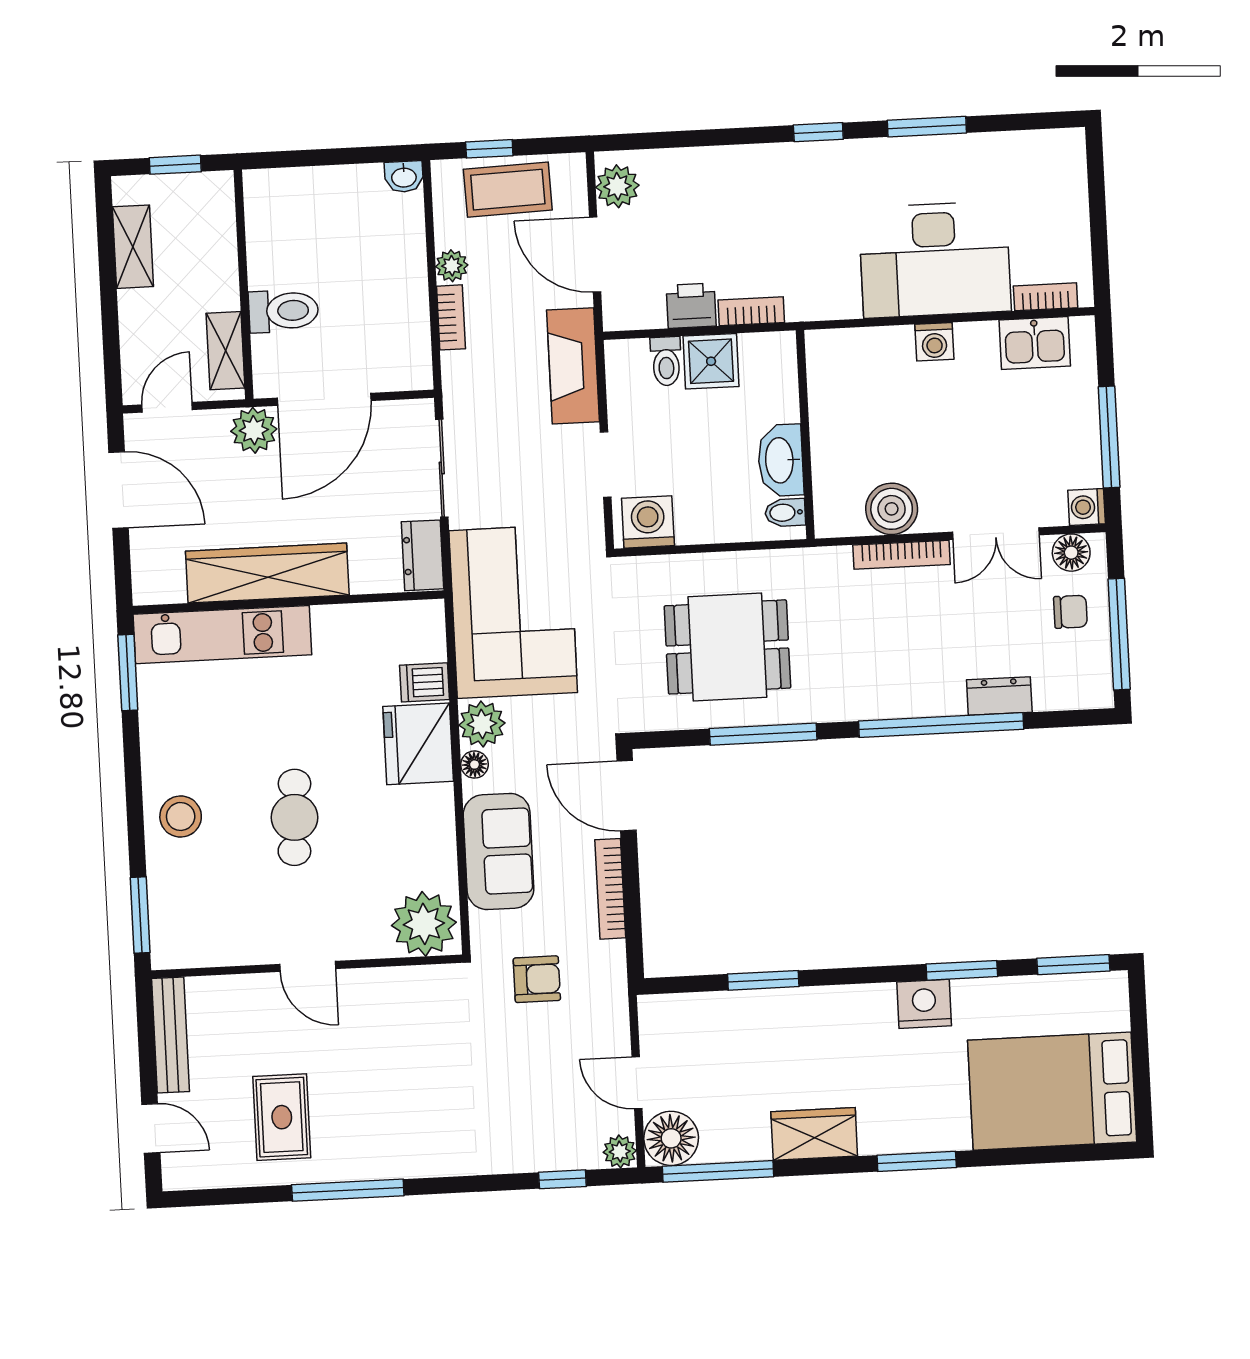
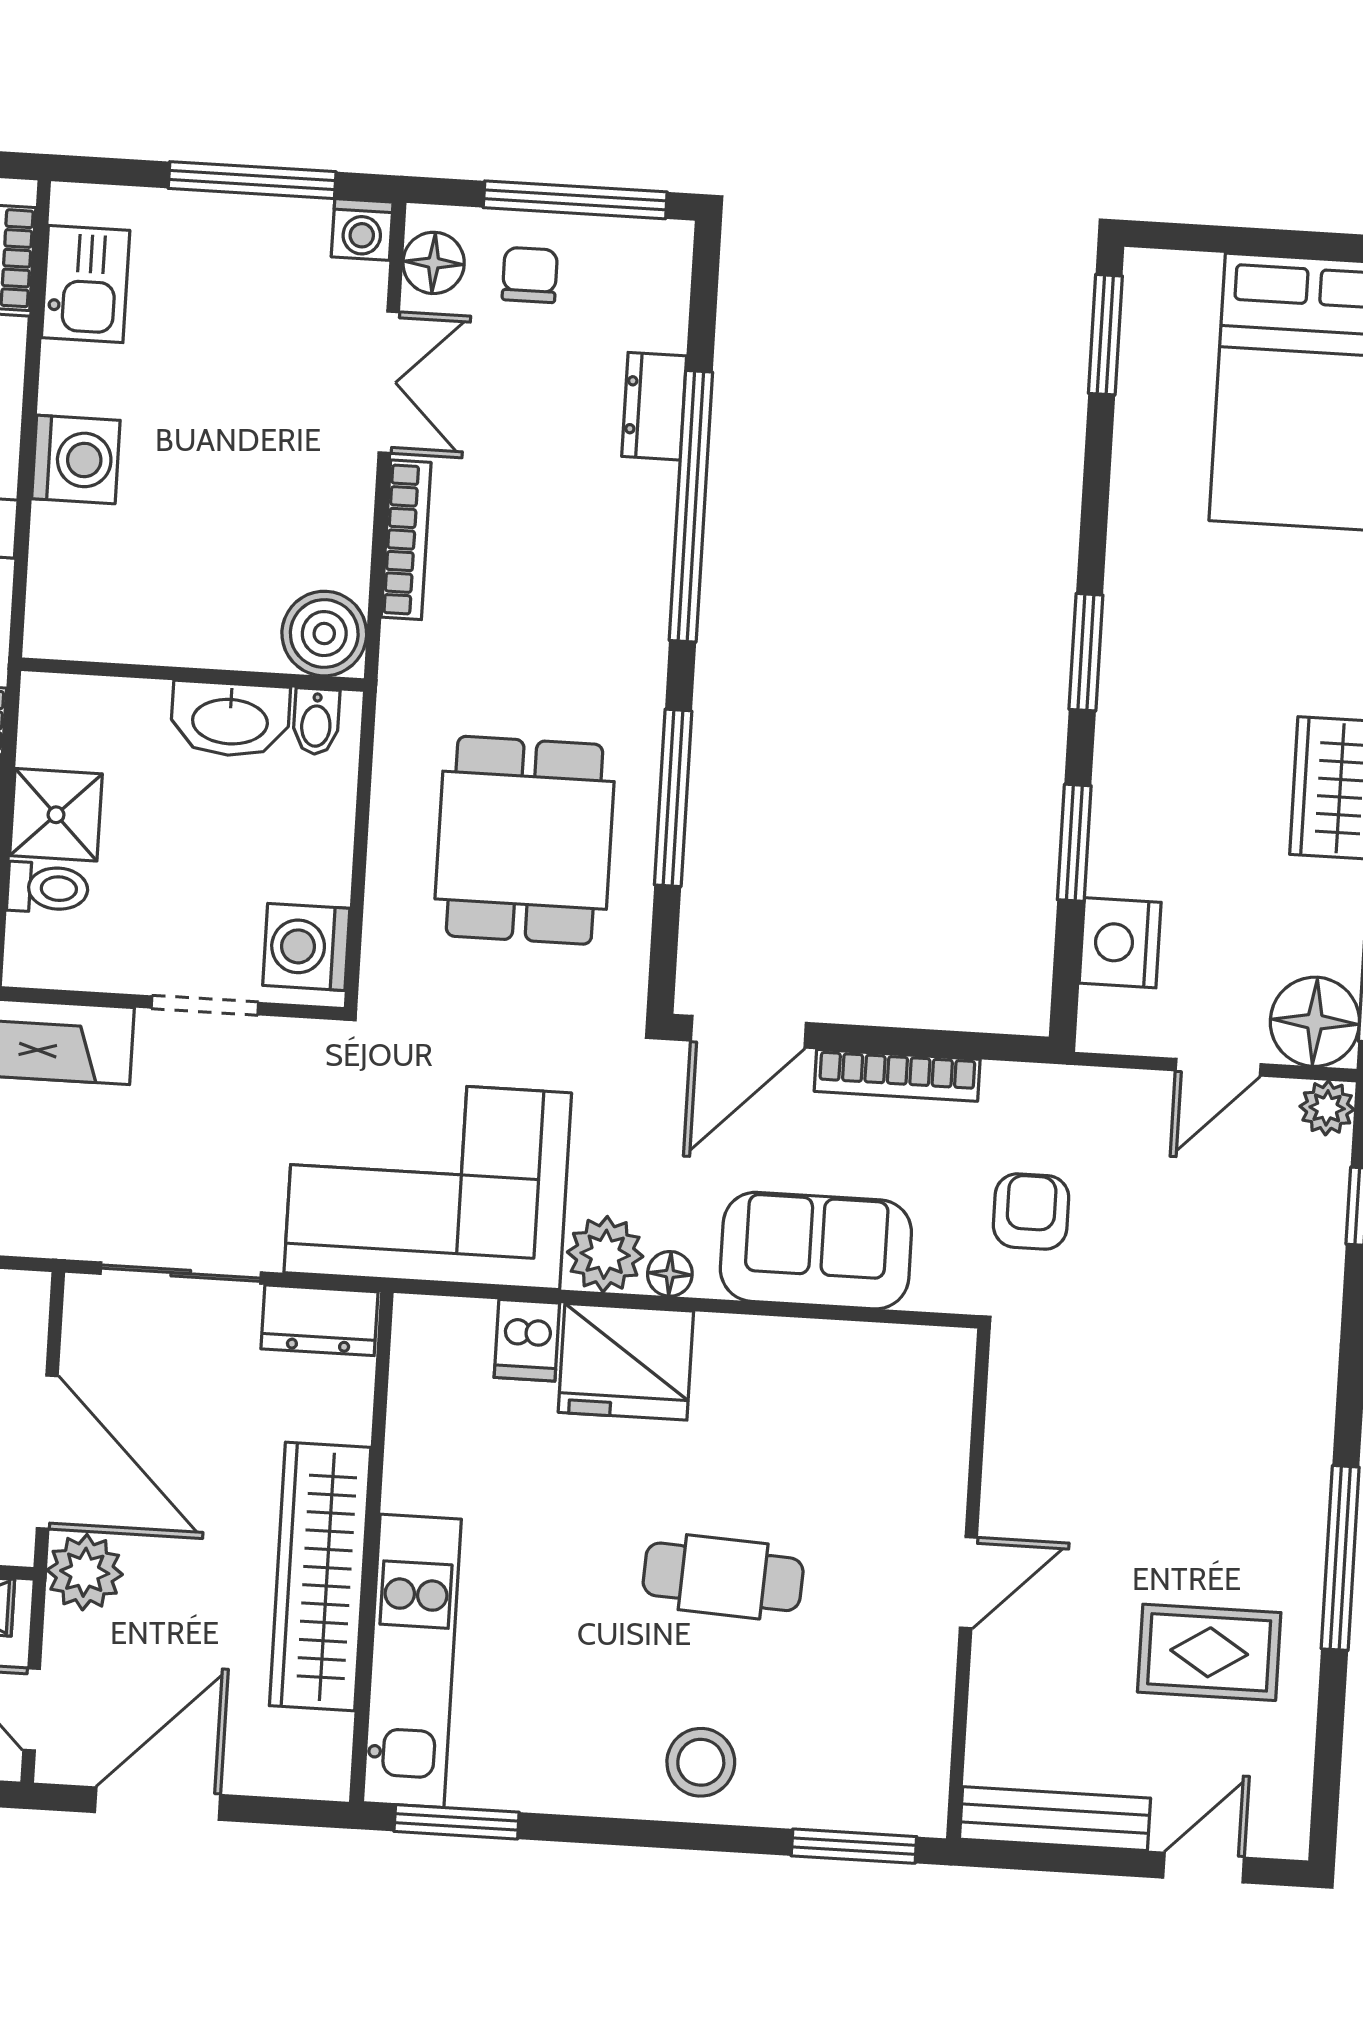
washing machine: (934, 342) -> (76, 459), width x1.38, depth x1.38
boiler: (892, 509) -> (324, 634), moved
plant: (424, 924) -> (920, 1385), removed
window: (962, 970) -> (1086, 652), moved
nightstand: (924, 1004) -> (1120, 943), moved

